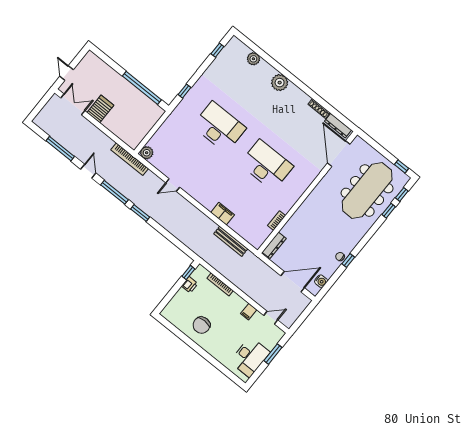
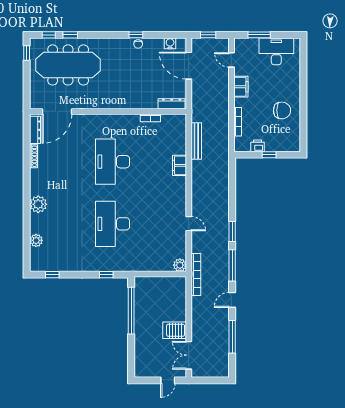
window: (188, 273) -> (269, 155), moved
filing cabinet: (249, 312) -> (241, 87), width x2.00
window: (304, 315) -> (208, 35), added

